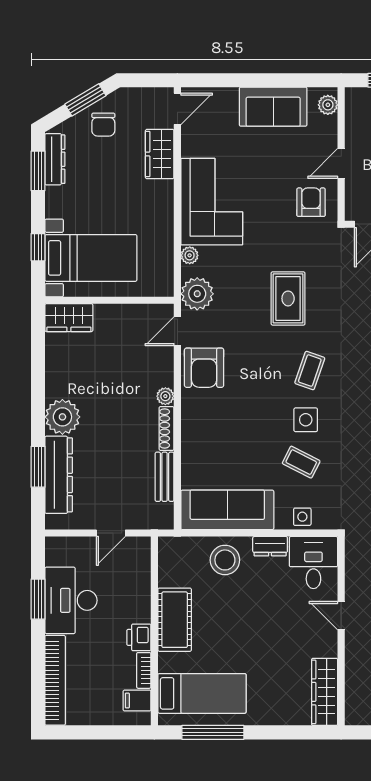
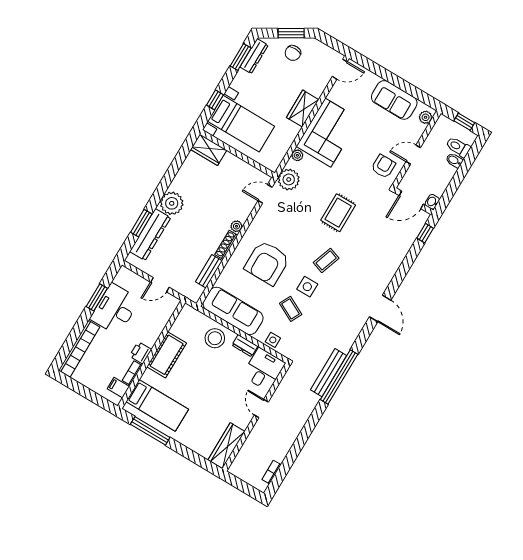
wardrobe: (160, 154) -> (303, 109), moved
armchair: (204, 368) -> (267, 263), moved, width x1.36, depth x1.36

